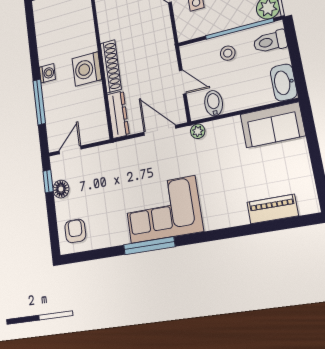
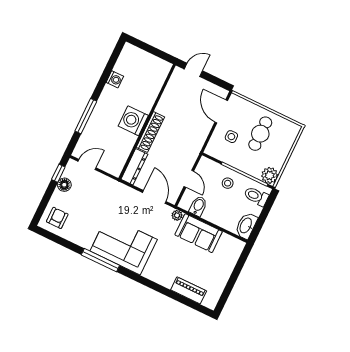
washing machine: (47, 73) -> (115, 79), moved
sofa: (272, 125) -> (199, 233), moved

